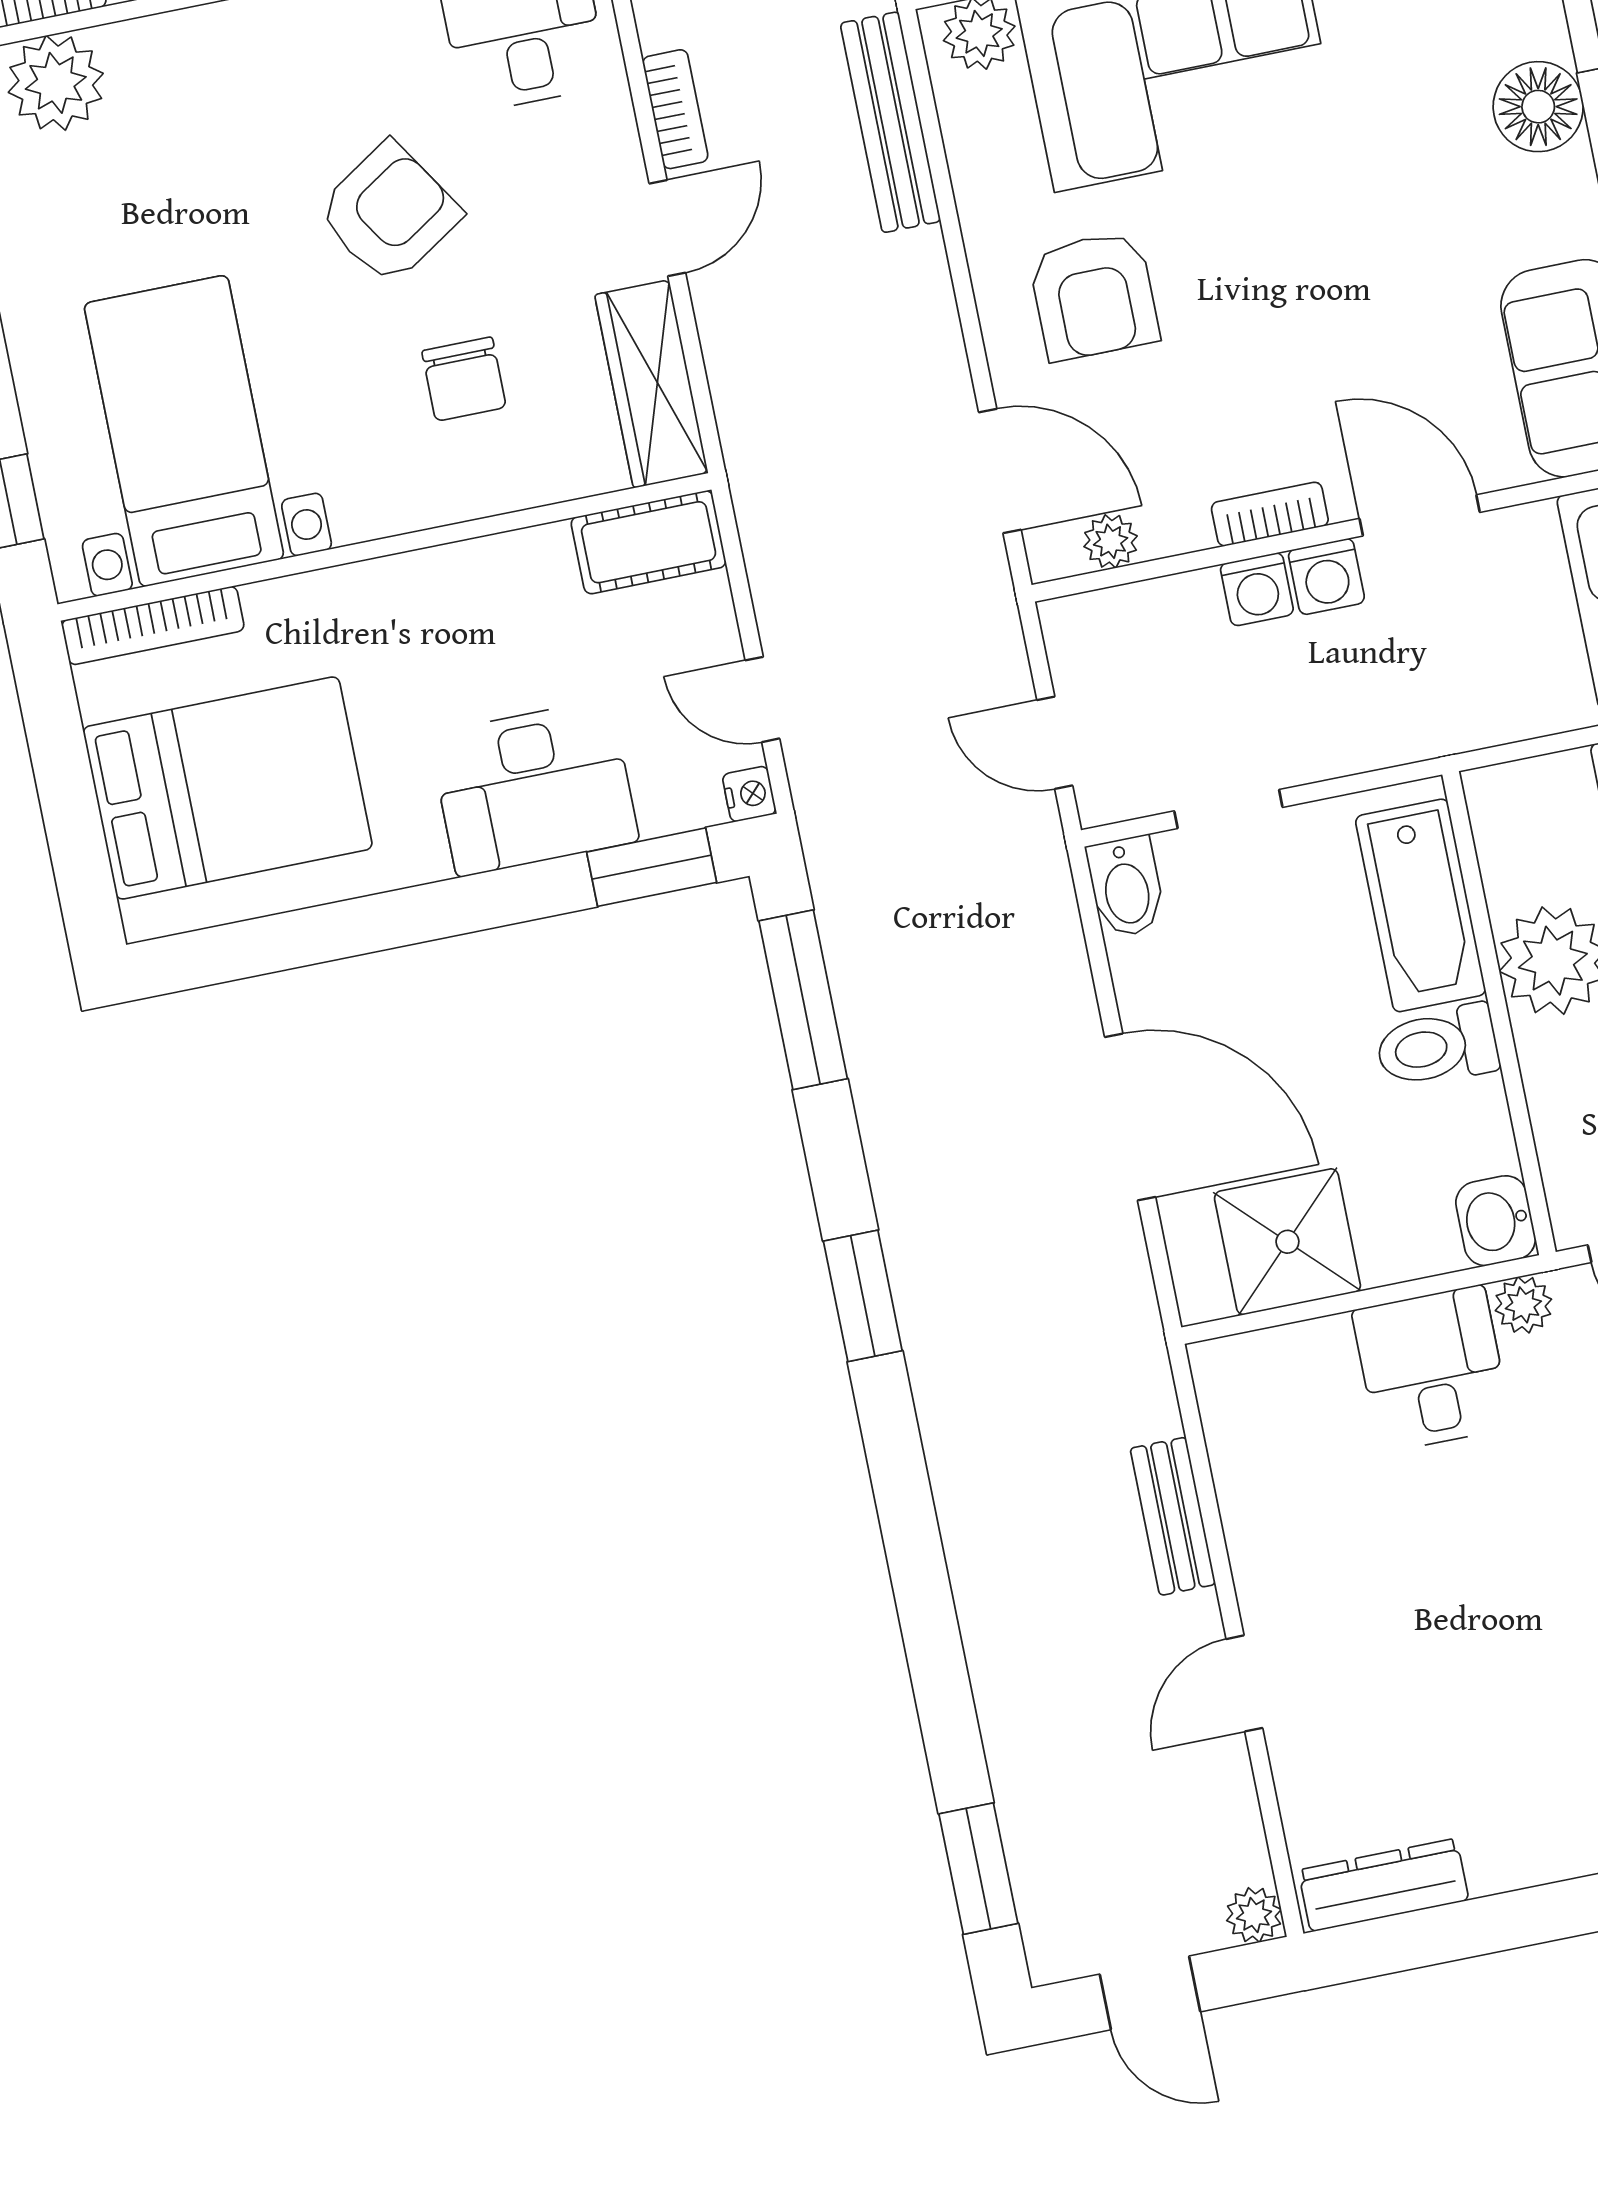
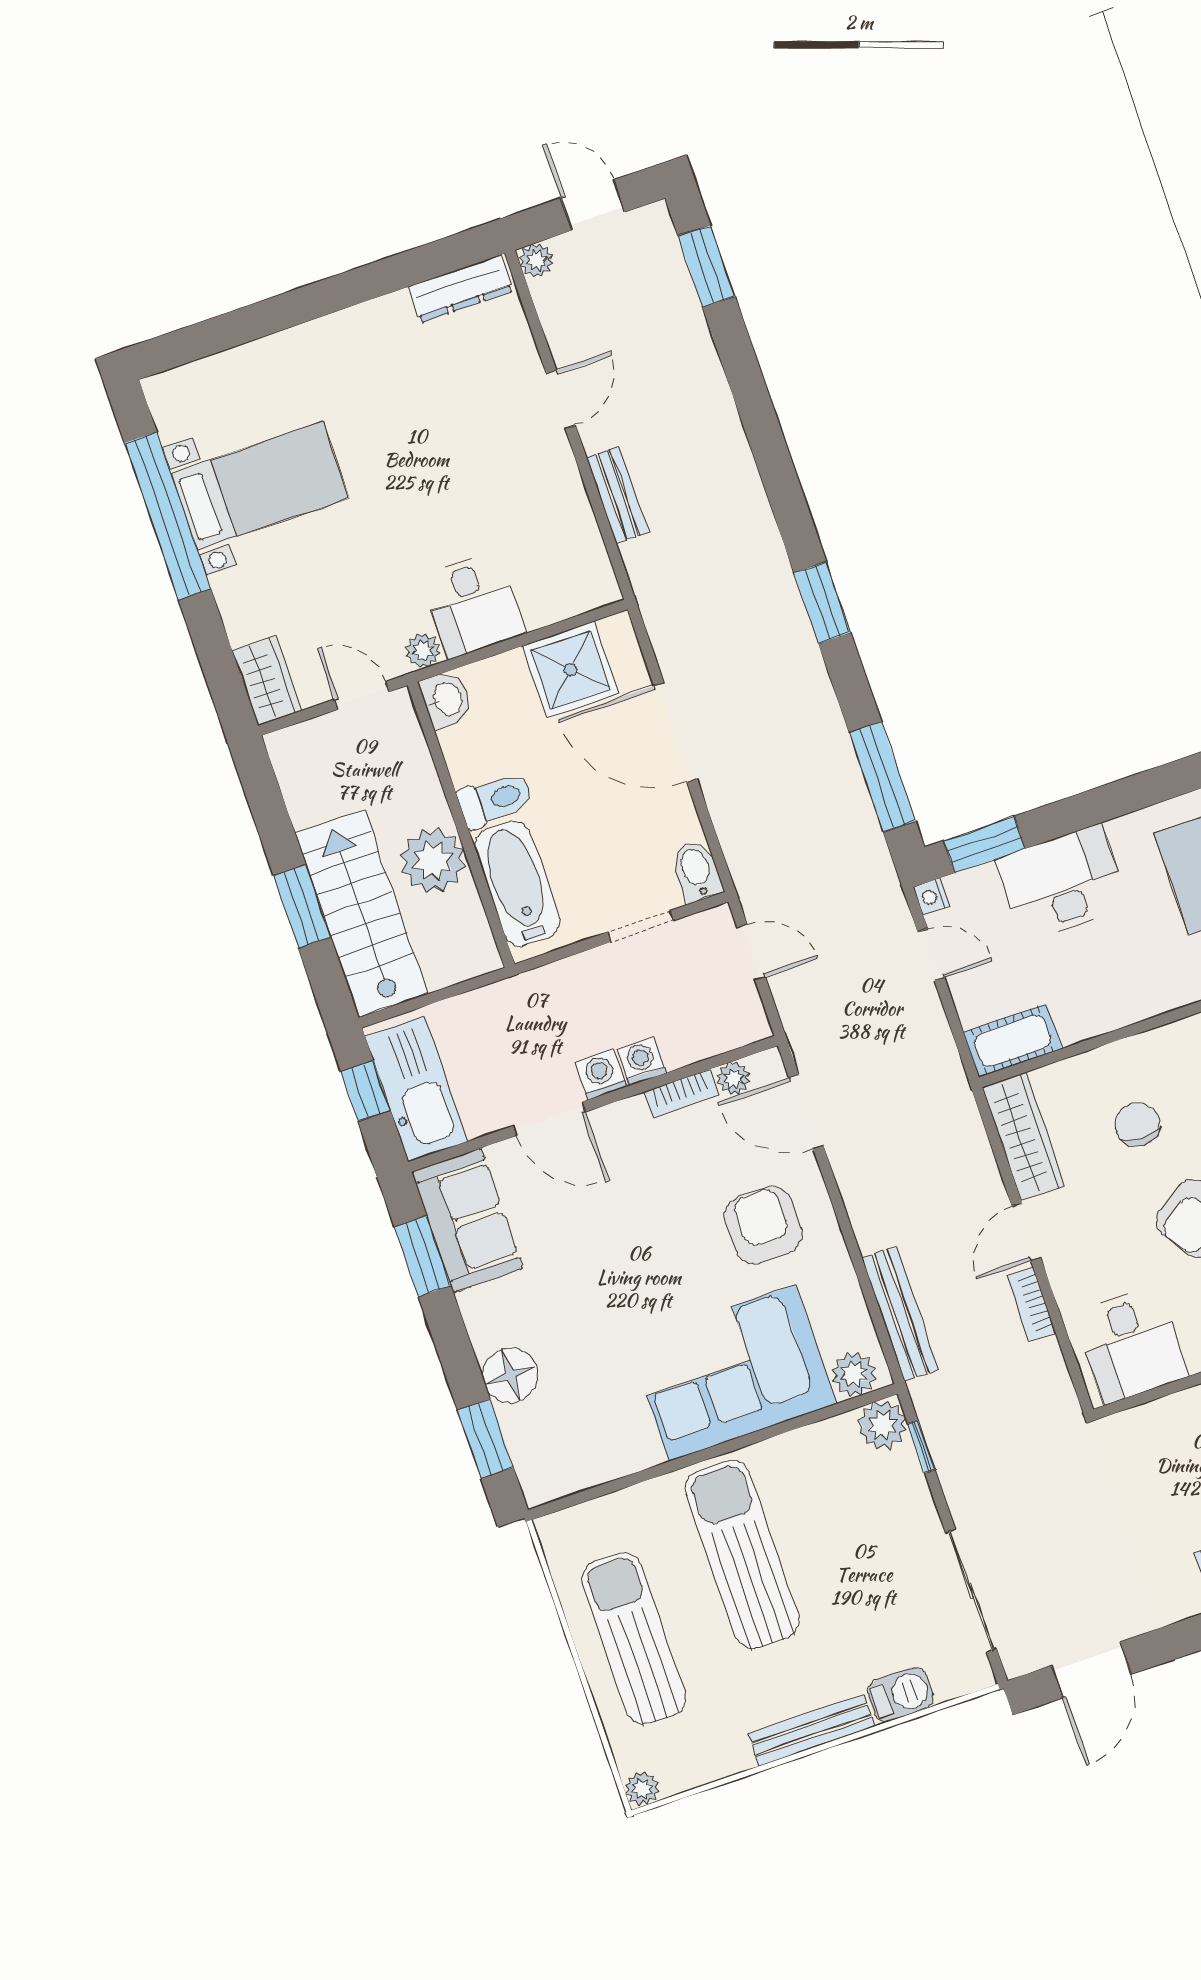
bookcase: (1270, 514) -> (681, 1093), moved

